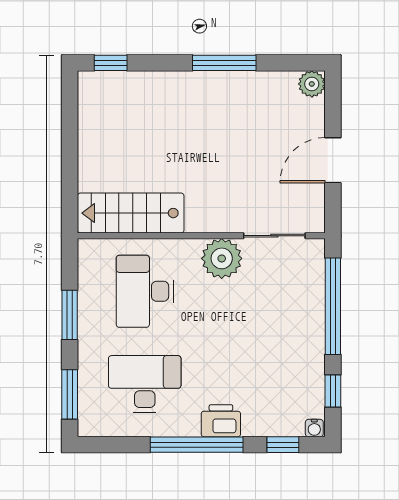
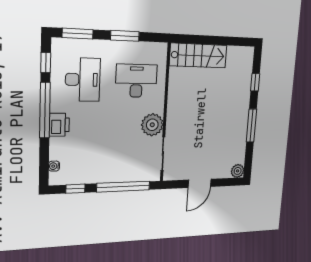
window: (111, 63) -> (255, 82), moved
door: (333, 160) -> (200, 183), swing flipped
stairs: (131, 213) -> (198, 56), moved, turned 90
water cooler: (314, 428) -> (54, 166), moved
window: (283, 445) -> (46, 63), moved

